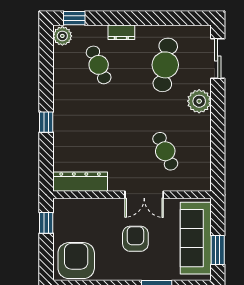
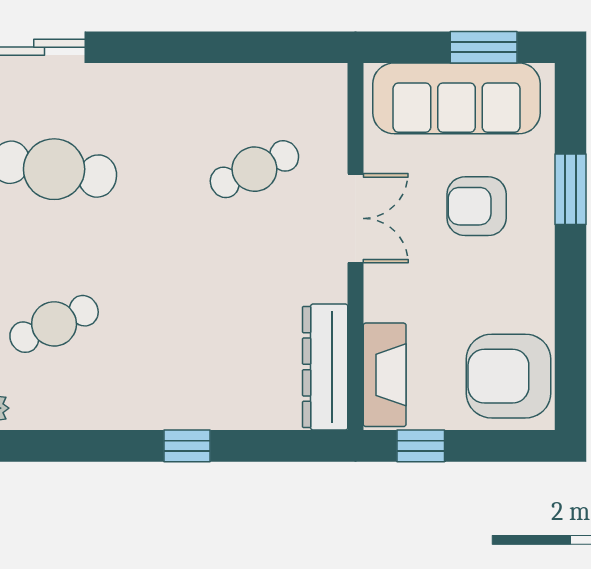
plant: (199, 101) -> (138, 90), removed
fireplace: (77, 207) -> (385, 375), added
armchair: (135, 239) -> (477, 206), moved

